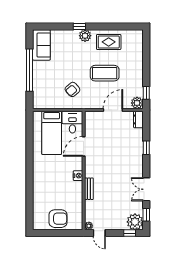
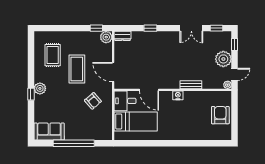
rug: (109, 42) -> (53, 55), moved
door: (113, 110) -> (113, 72), moved
plant: (135, 222) -> (223, 59), moved

